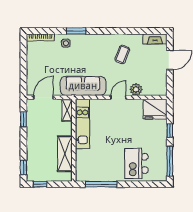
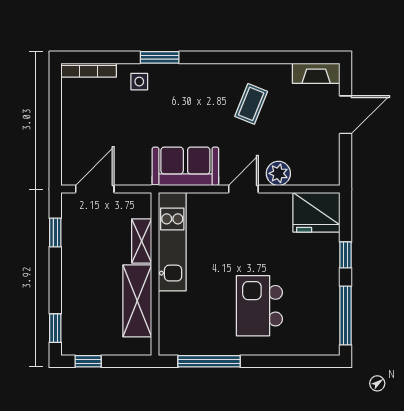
sofa: (83, 86) -> (185, 166), width x0.73
shelving: (67, 110) -> (142, 241), moved
kitchen island: (137, 163) -> (259, 306), moved

